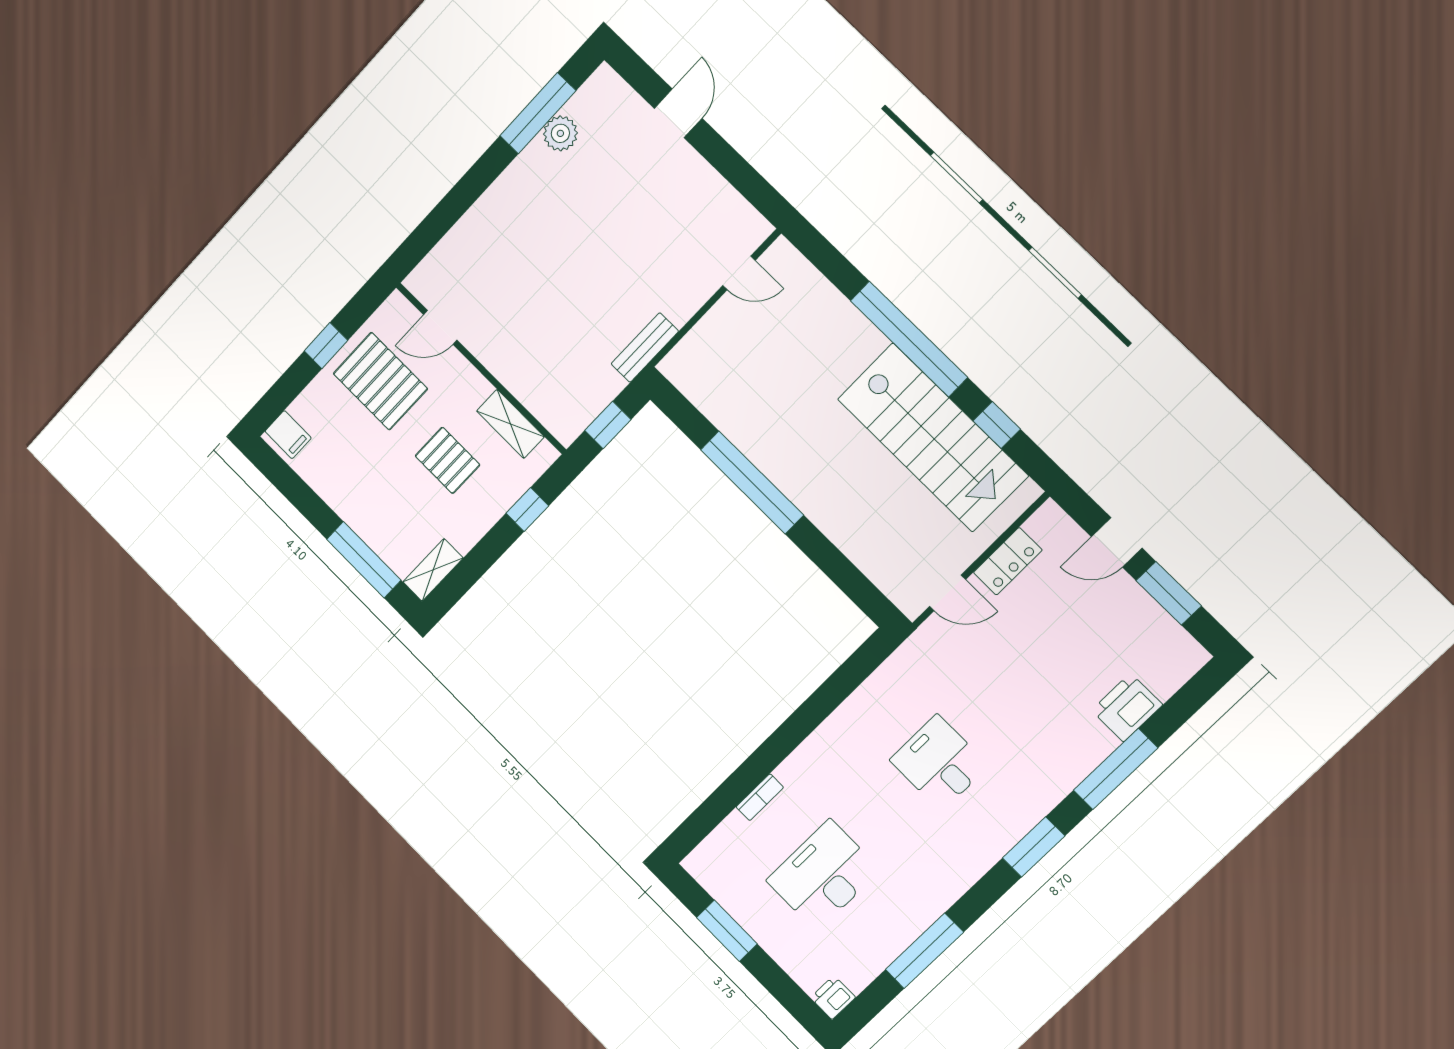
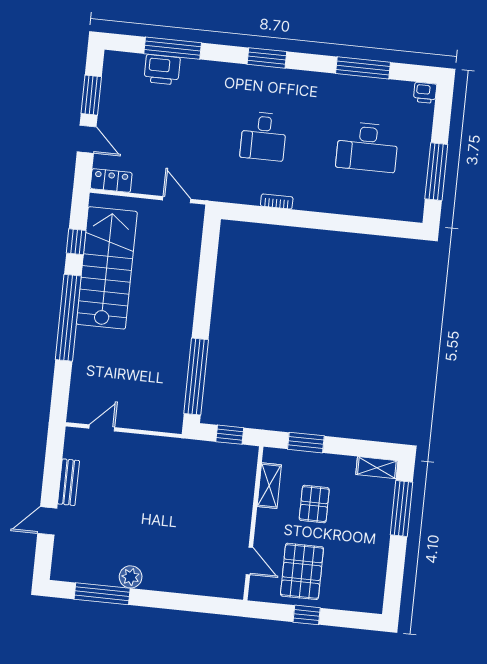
plant: (560, 133) -> (131, 577), moved
door: (739, 273) -> (102, 428), hinge flipped
bench: (645, 348) -> (69, 482), moved, turned 90
filing cabinet: (288, 435) -> (369, 600), removed
window: (752, 482) -> (196, 377), moved
window: (527, 510) -> (306, 443), width x1.50
locker: (1008, 561) -> (111, 180), moved
window: (1116, 769) -> (173, 48), moved
bookcase: (760, 797) -> (277, 201), moved
window: (727, 931) -> (436, 172), width x1.44

